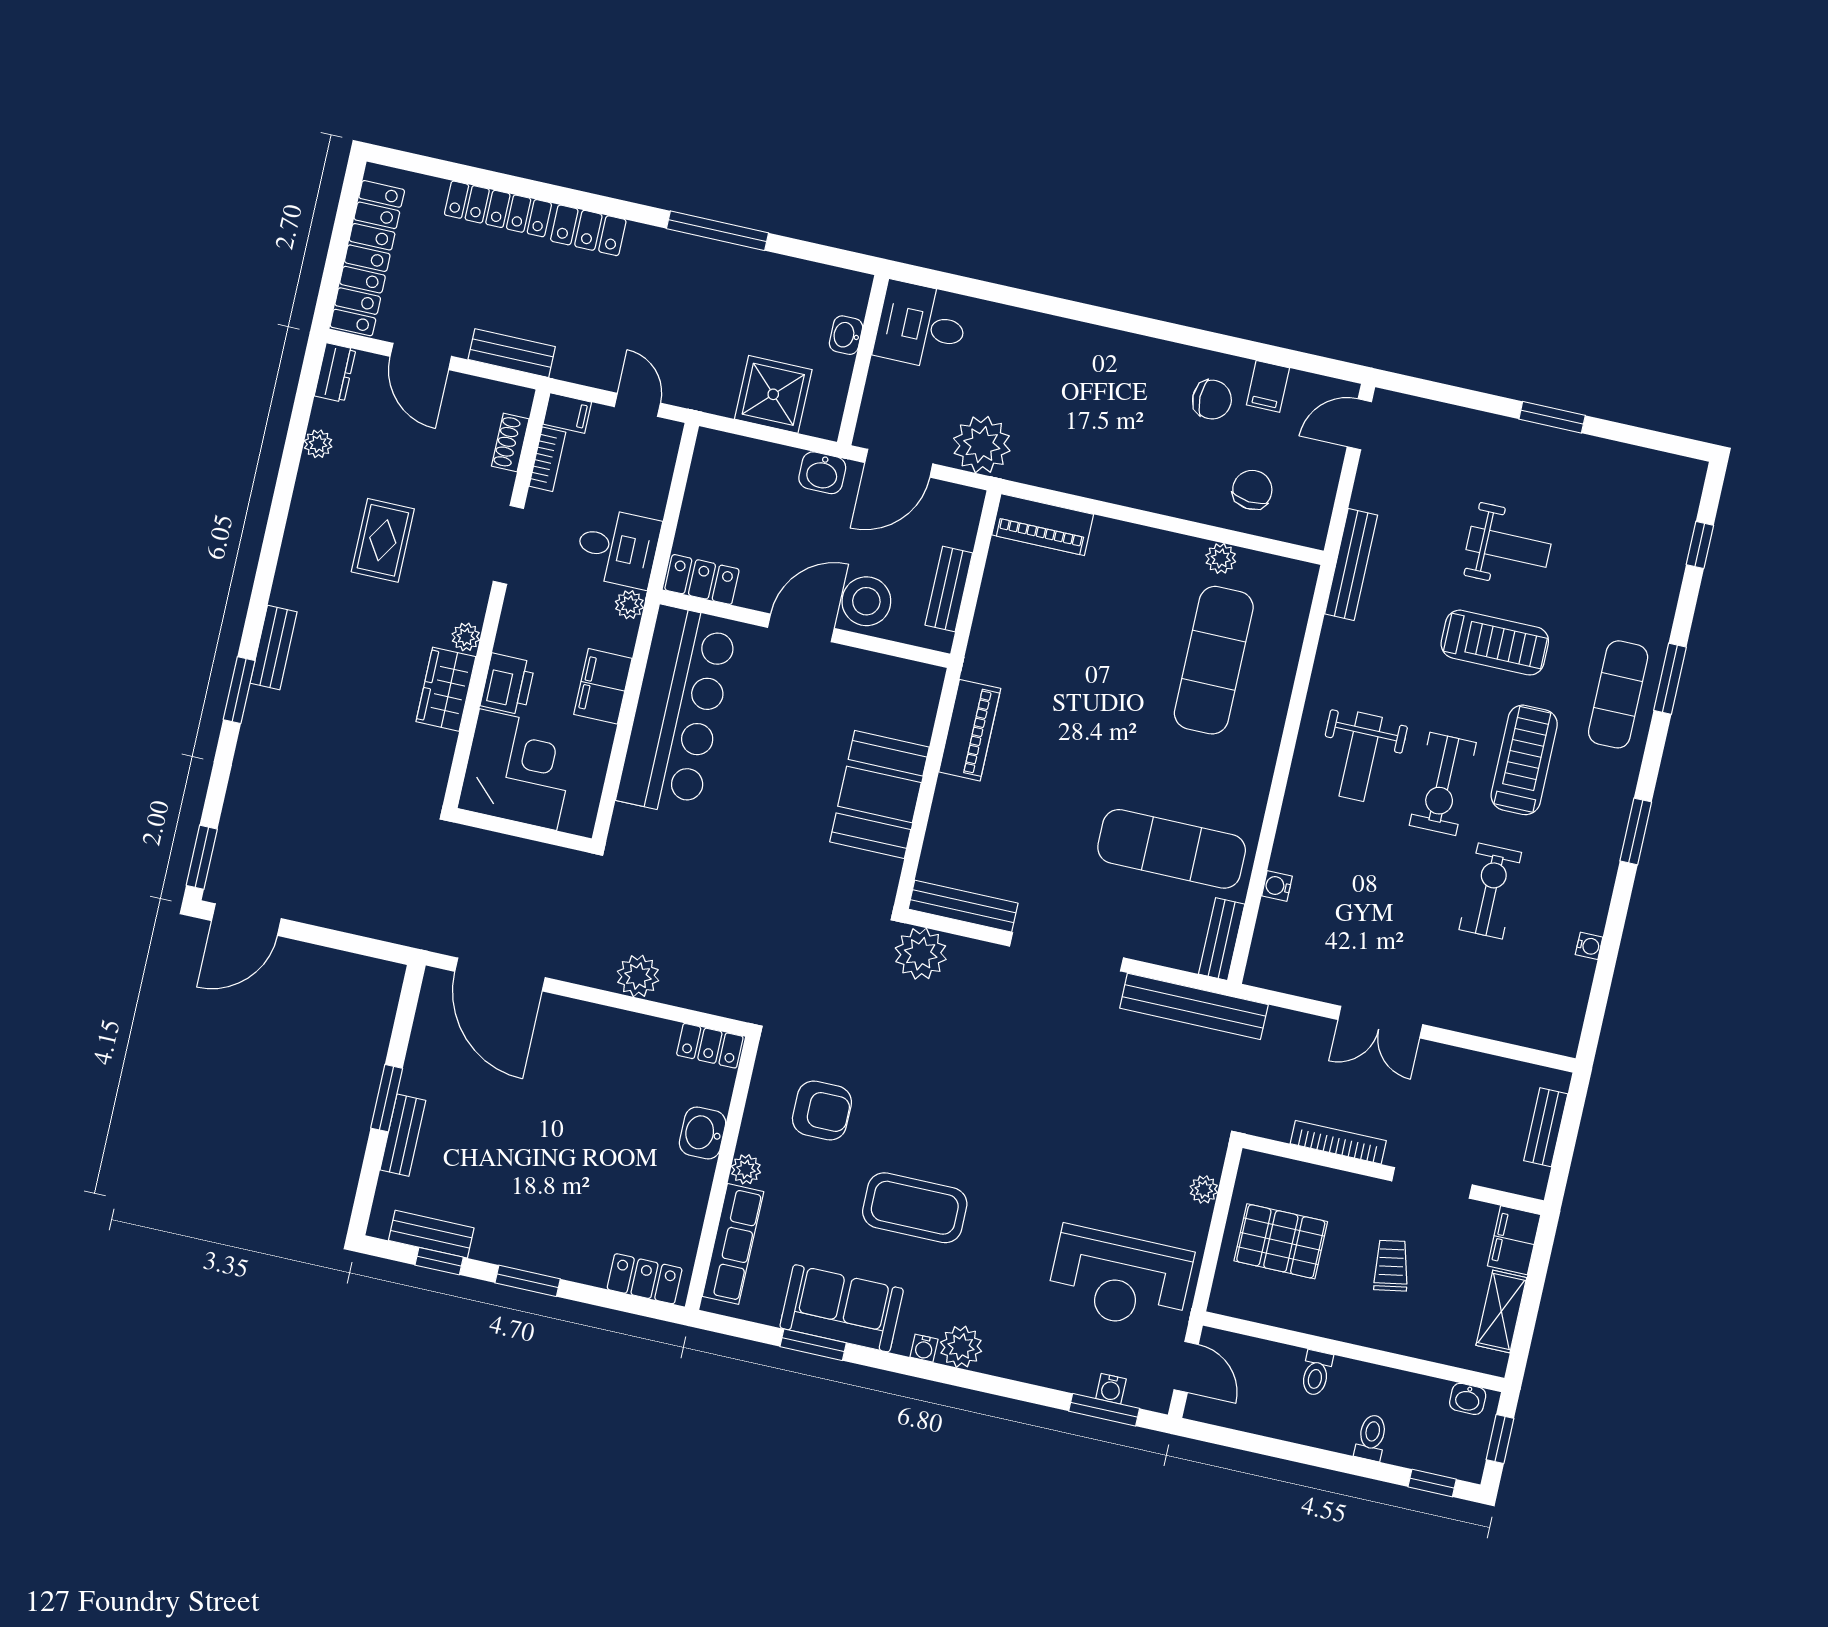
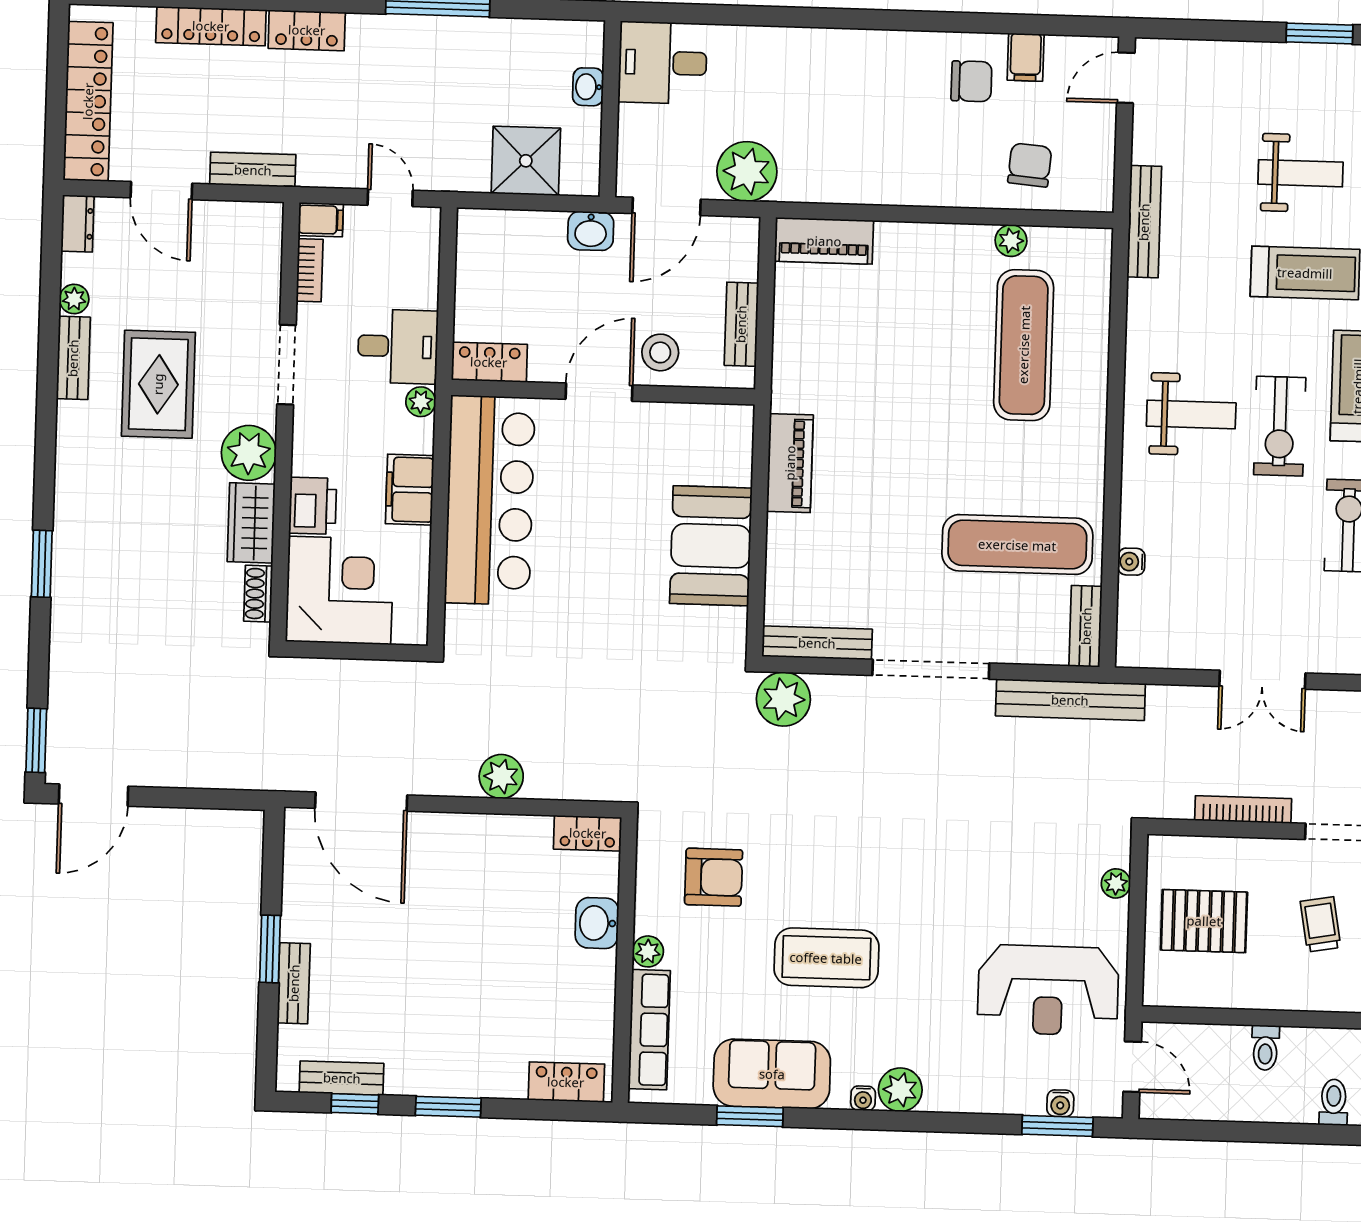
shoe rack: (510, 443) -> (258, 594), moved
rug: (383, 540) -> (158, 384), width x1.36, depth x1.43
stool: (866, 601) -> (660, 352), width x0.73, depth x0.73
plant: (466, 637) -> (249, 453), width x1.87, depth x1.87
bench: (274, 648) -> (73, 358), moved
weight bench: (1361, 757) -> (1191, 414), turned -90

